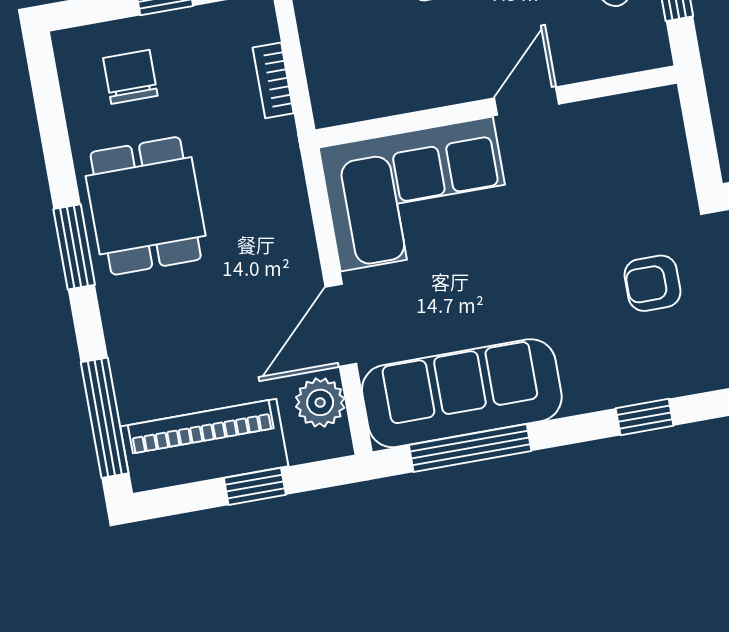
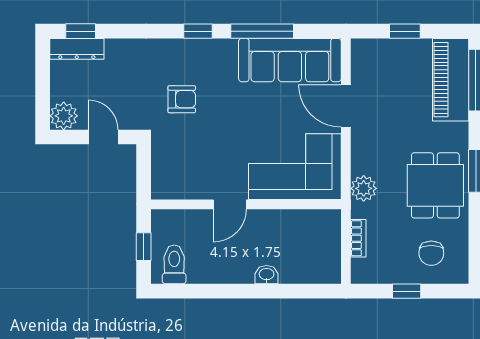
door: (341, 325) -> (346, 106), swing flipped
plant: (320, 402) -> (364, 188), moved
piano: (204, 446) -> (451, 80), moved, turned 90
window: (470, 448) -> (262, 31), moved

